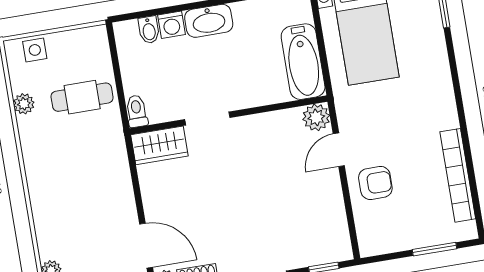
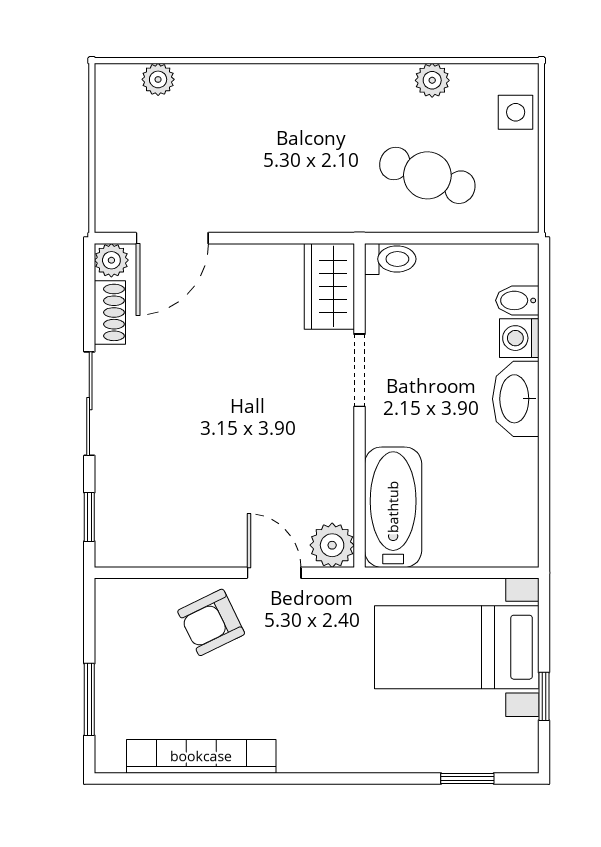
bathtub: (303, 62) -> (393, 507), moved, turned 90
cafe table: (82, 97) -> (427, 175), turned -70
armchair: (375, 183) -> (211, 622), turned 64

